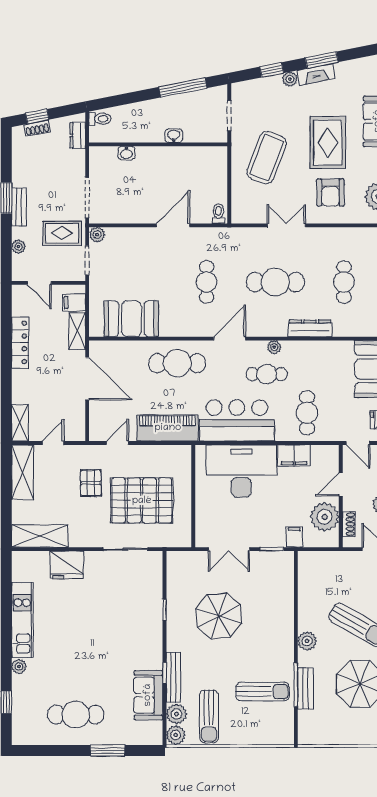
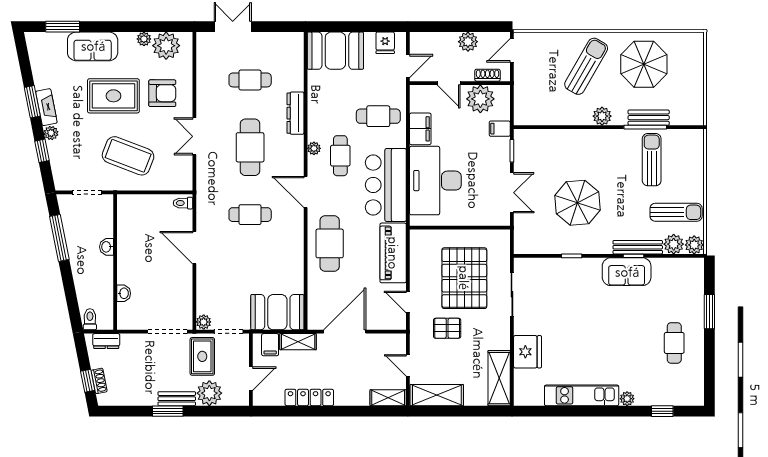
plant: (19, 247) -> (209, 393), width x1.87, depth x1.87
booth: (131, 319) -> (277, 312), moved, turned 90
sofa: (148, 695) -> (627, 272), moved
cafe table: (76, 715) -> (674, 343), width x0.73, depth x0.74

